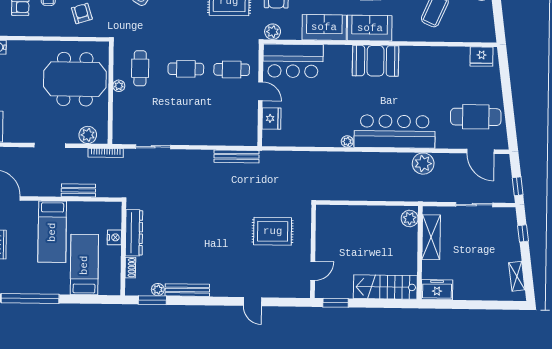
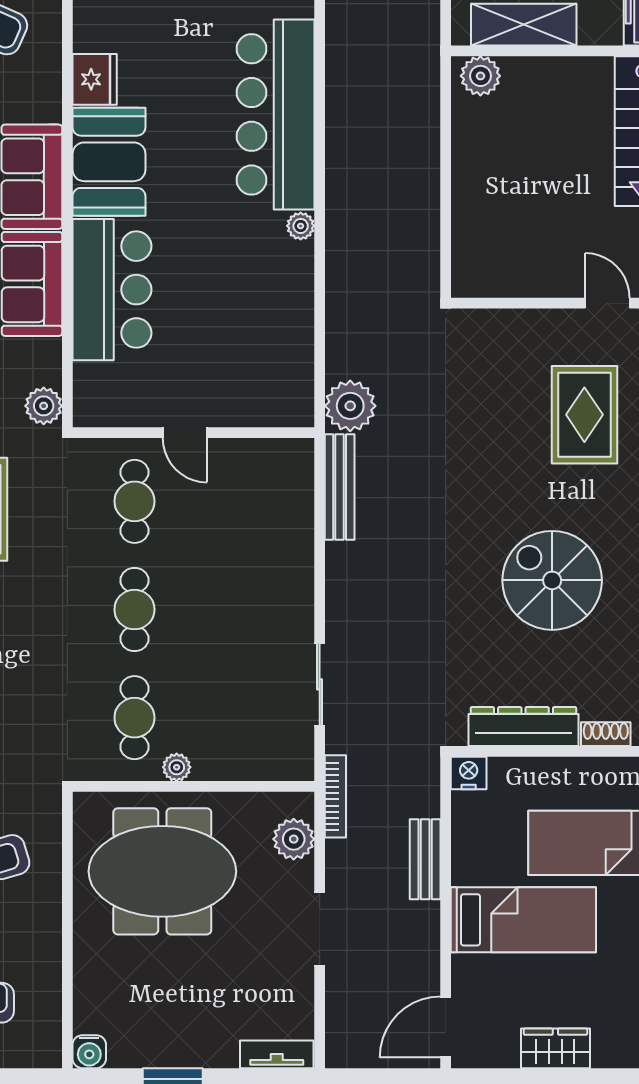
bar counter: (293, 61) -> (112, 290), moved
cafe table: (140, 68) -> (134, 718), turned 90
meeting table: (75, 79) -> (162, 871), turned 90
door: (260, 91) -> (185, 433), swing flipped
fridge: (272, 118) -> (95, 79), moved, turned 90
plant: (423, 164) -> (350, 406), moved
rug: (273, 231) -> (584, 415), moved
nightstand: (114, 237) -> (469, 773), moved
spiral stairs: (196, 246) -> (552, 580), added

